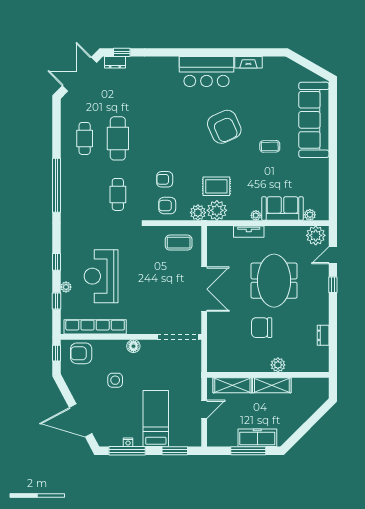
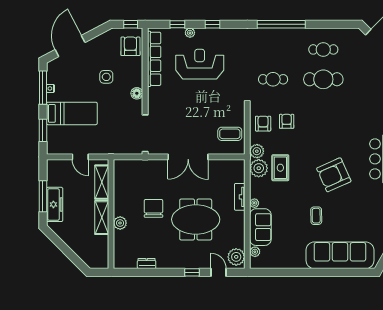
coffee table: (179, 243) -> (230, 134), turned 90

